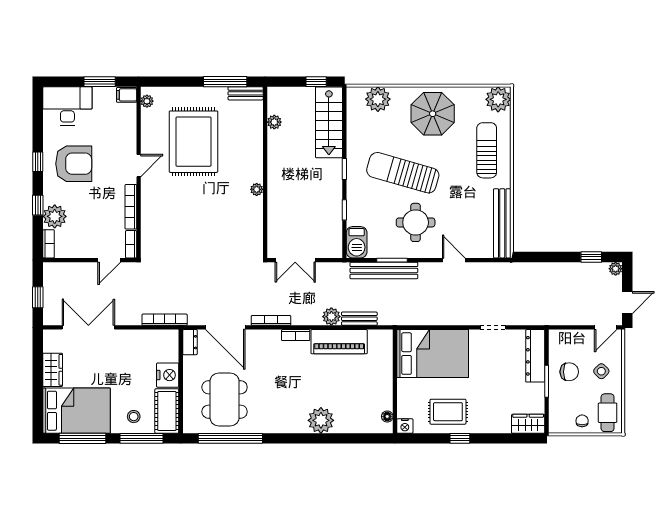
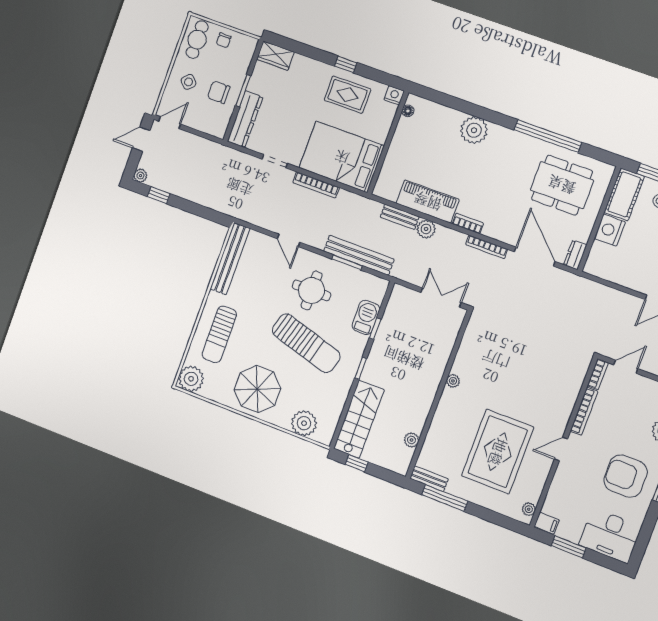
barbecue: (357, 242) -> (366, 317), moved
bookcase: (165, 320) -> (316, 185), moved
dining table: (225, 399) -> (562, 185), turned 90
window: (230, 438) -> (548, 136), moved

